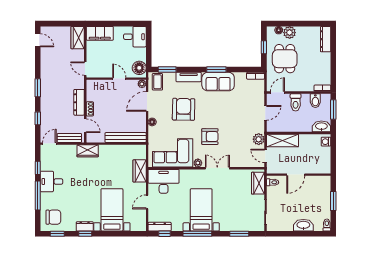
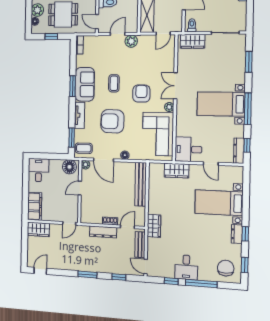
coffee table: (219, 110) -> (114, 83), added
door: (265, 113) -> (118, 34), hinge flipped
plant: (259, 139) -> (131, 41), moved
desk: (164, 181) -> (188, 149), width x0.73

